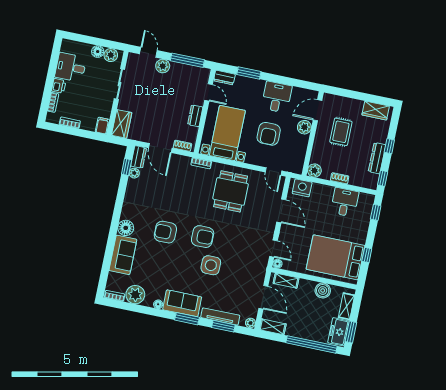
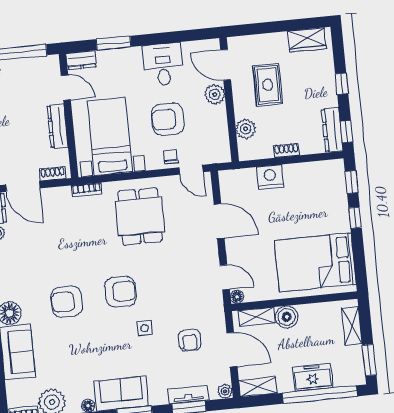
door: (317, 110) -> (226, 65), hinge flipped
dresser: (195, 116) -> (57, 126), width x1.44
armchair: (269, 134) -> (168, 119), turned 90
dresser: (377, 158) -> (332, 130), moved
chair: (263, 159) -> (171, 157), added
plant: (314, 171) -> (246, 129), moved
nightstand: (302, 188) -> (270, 177), moved
desk: (345, 202) -> (304, 181), removed
window: (367, 255) -> (355, 218), moved
side table: (211, 265) -> (145, 328), width x0.54, depth x0.54
armchair: (238, 282) -> (190, 340), added
boiler: (323, 291) -> (287, 317), moved
tv unit: (220, 316) -> (188, 395), width x0.71
freezer: (338, 332) -> (313, 377), moved, turned 90

